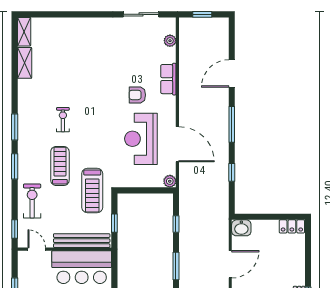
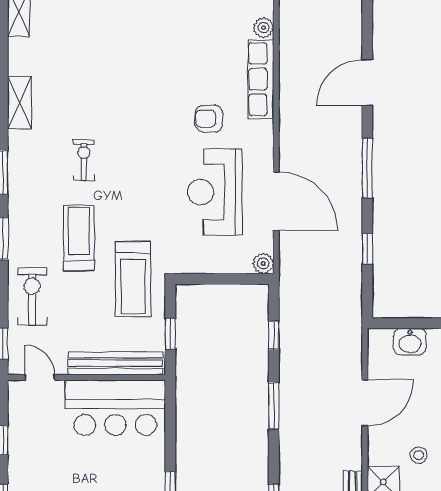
shelving: (25, 63) -> (19, 102), moved
row of seats: (168, 79) -> (261, 79), width x1.48
washbasin: (241, 228) -> (410, 342), moved

